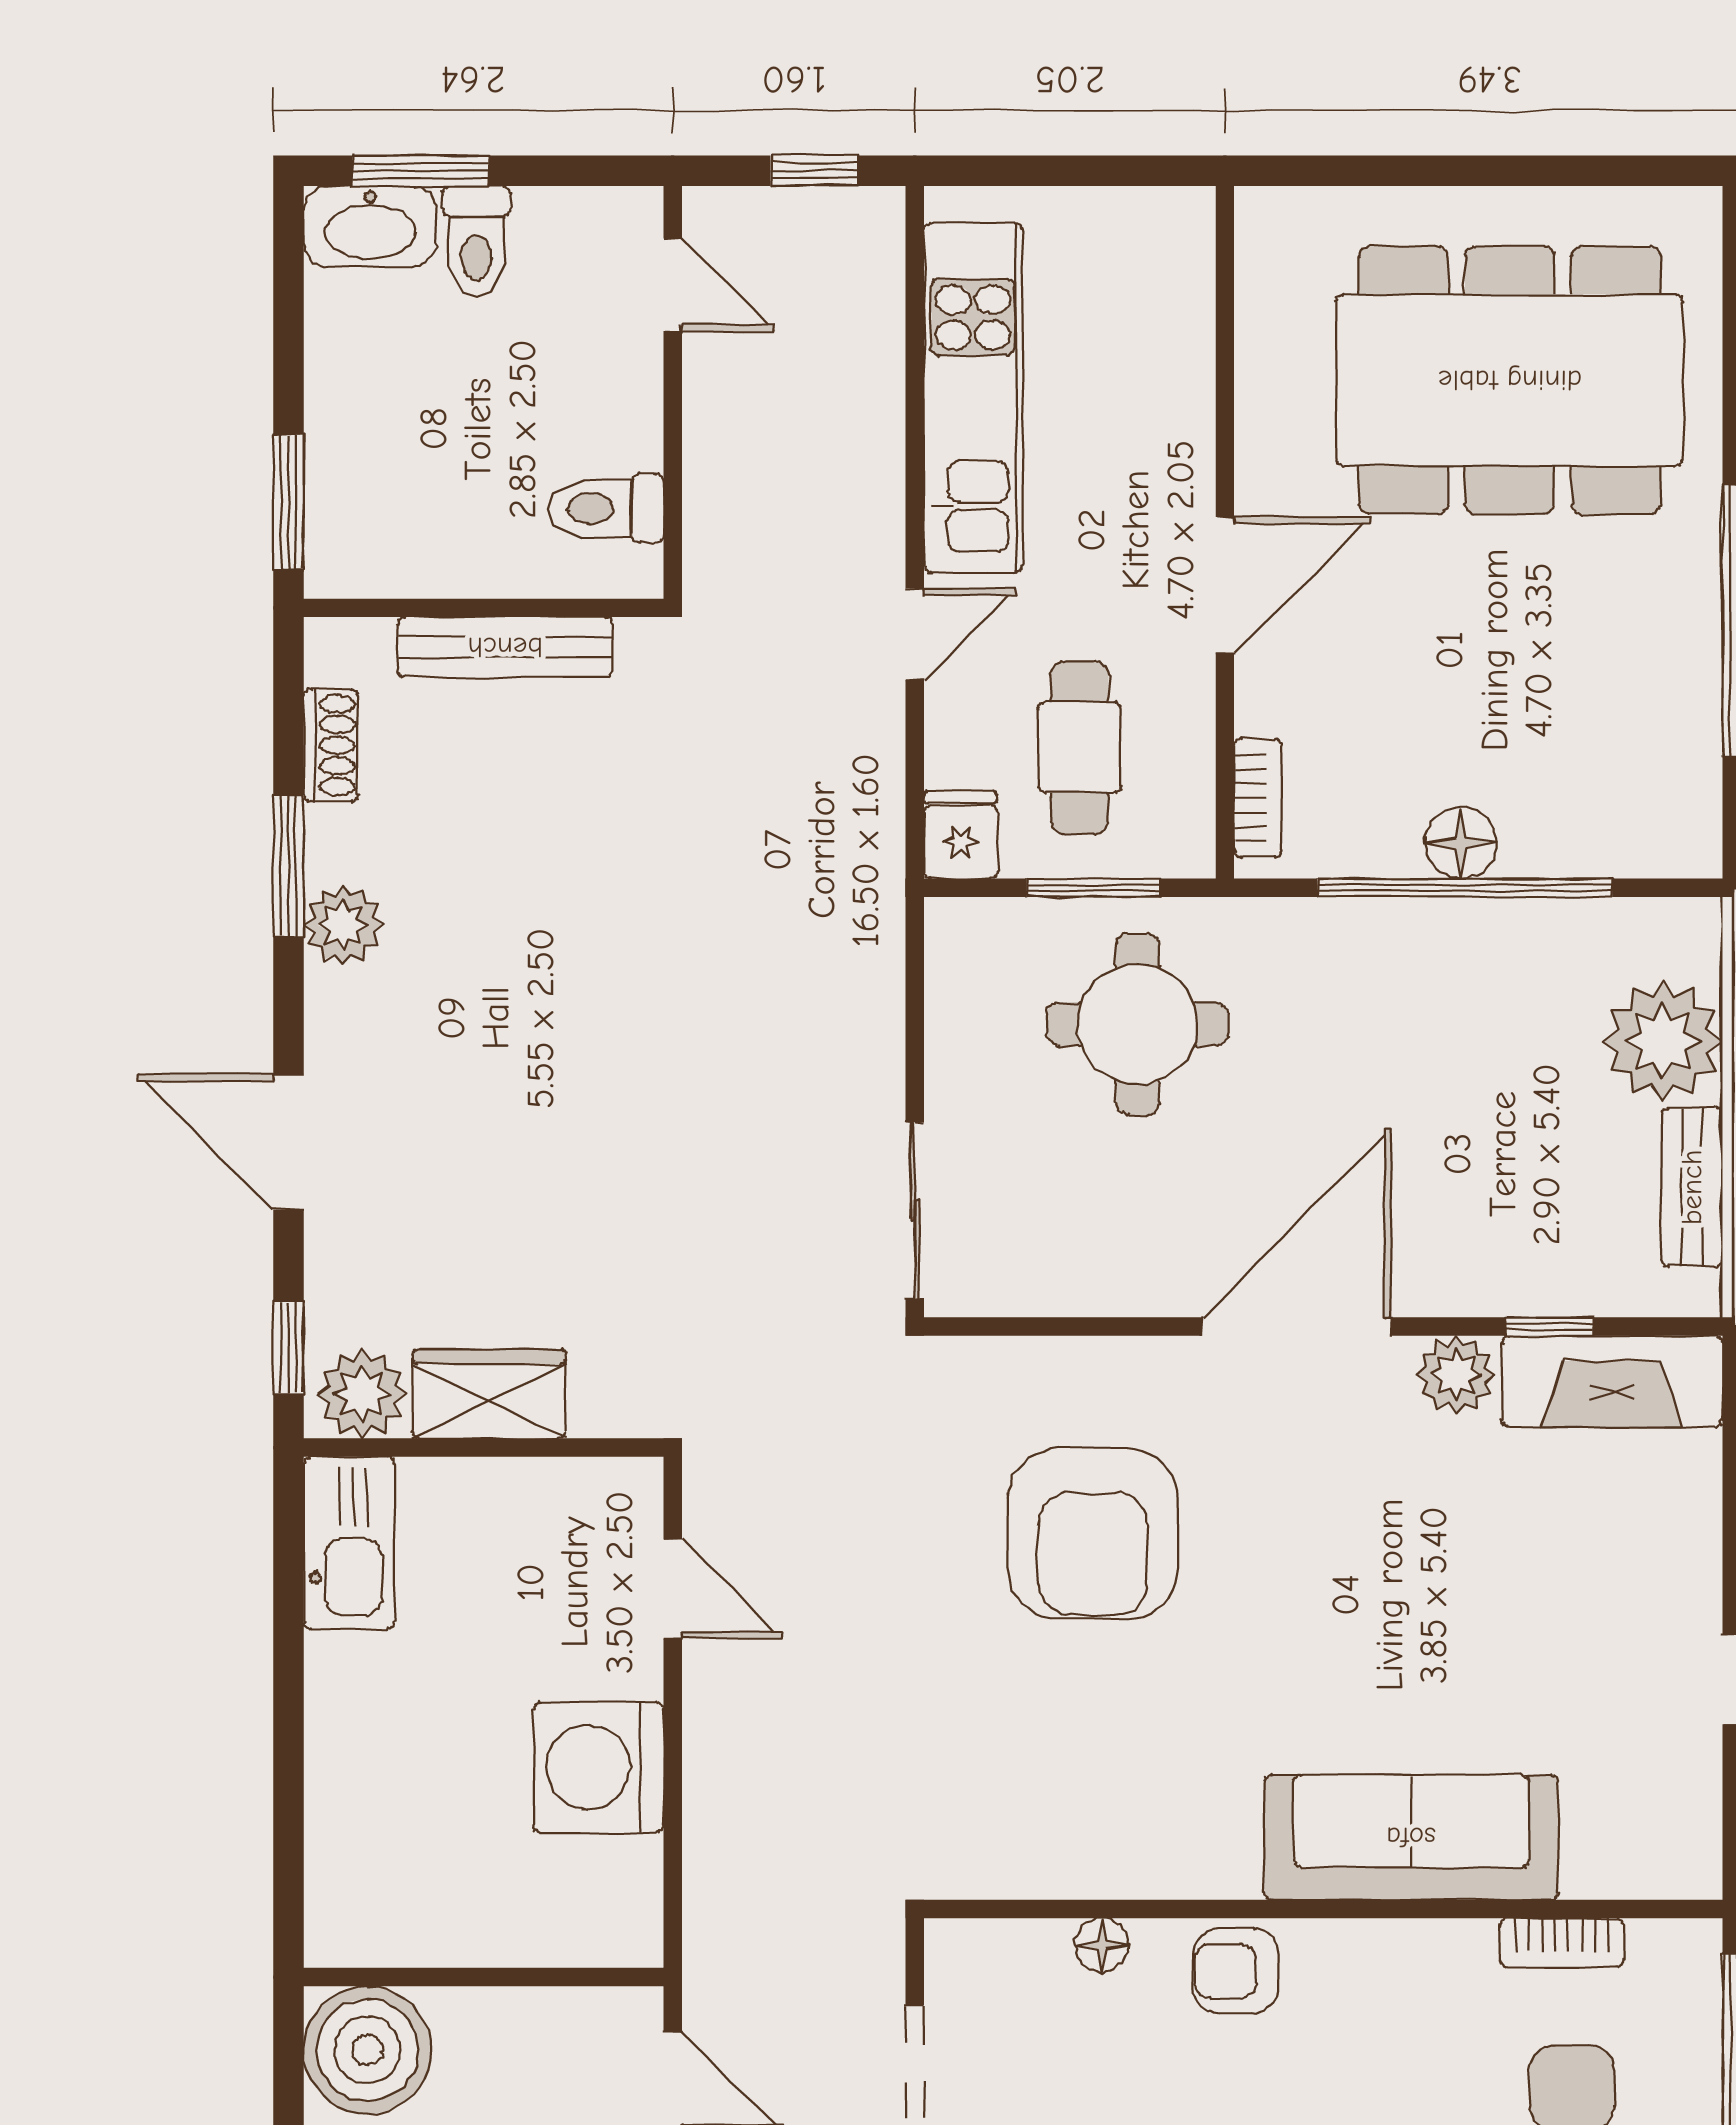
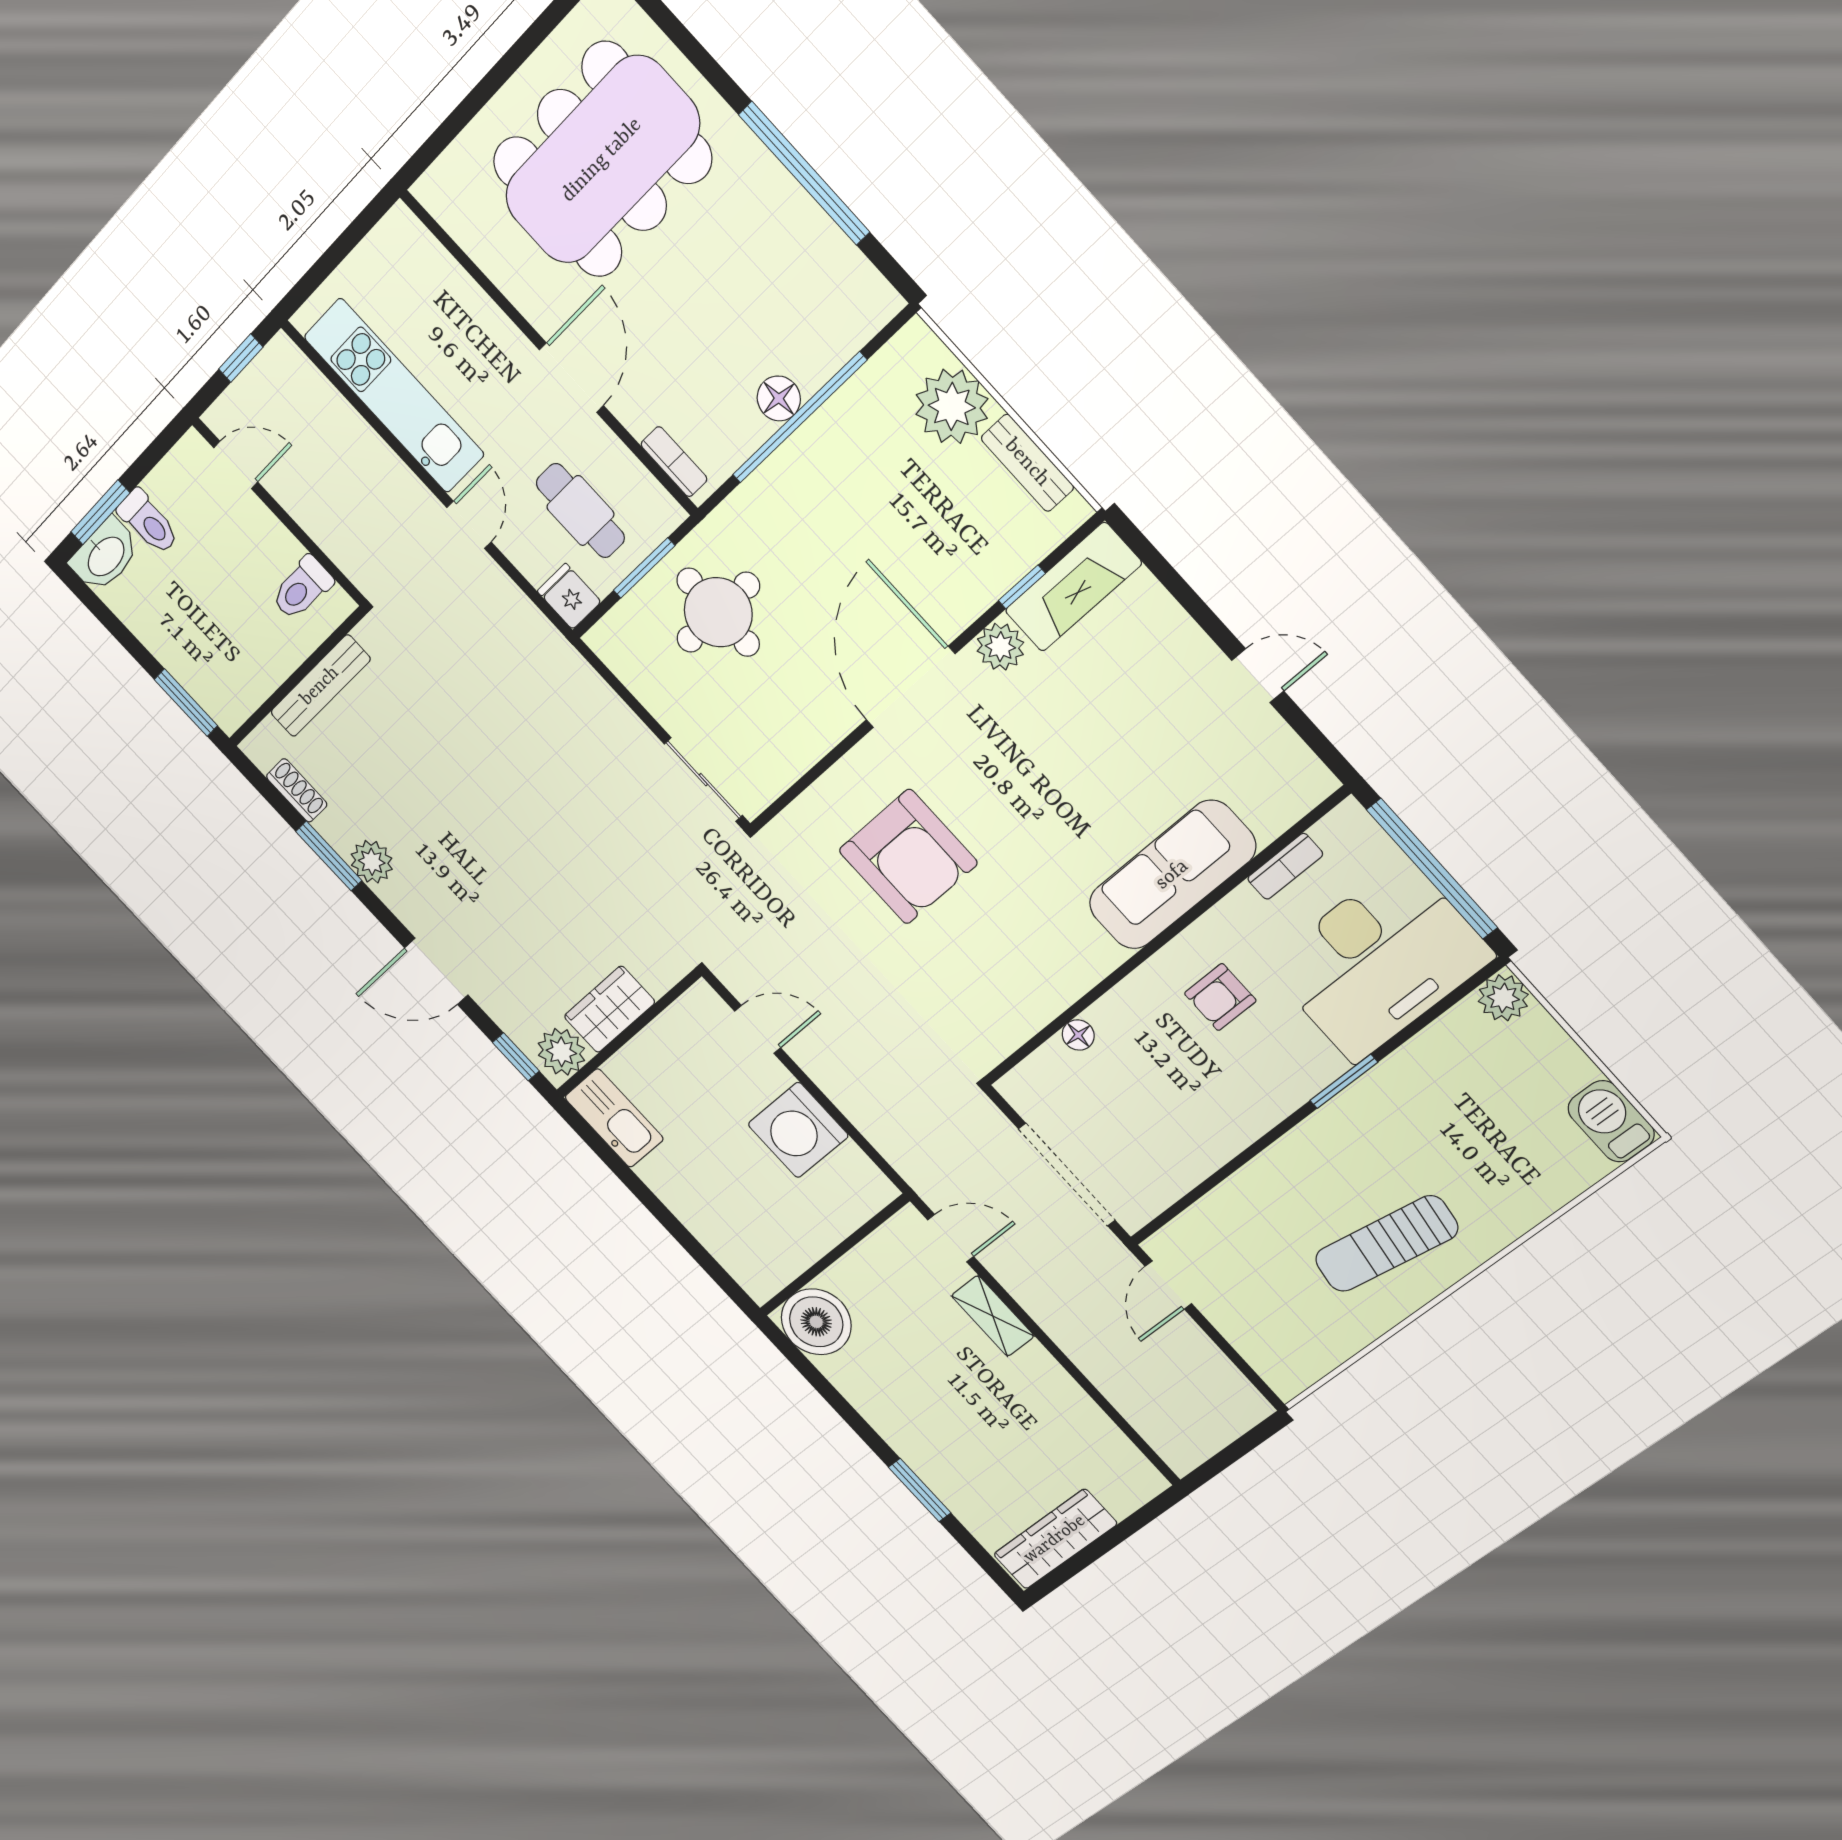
armchair: (1236, 1971) -> (1220, 997), moved

